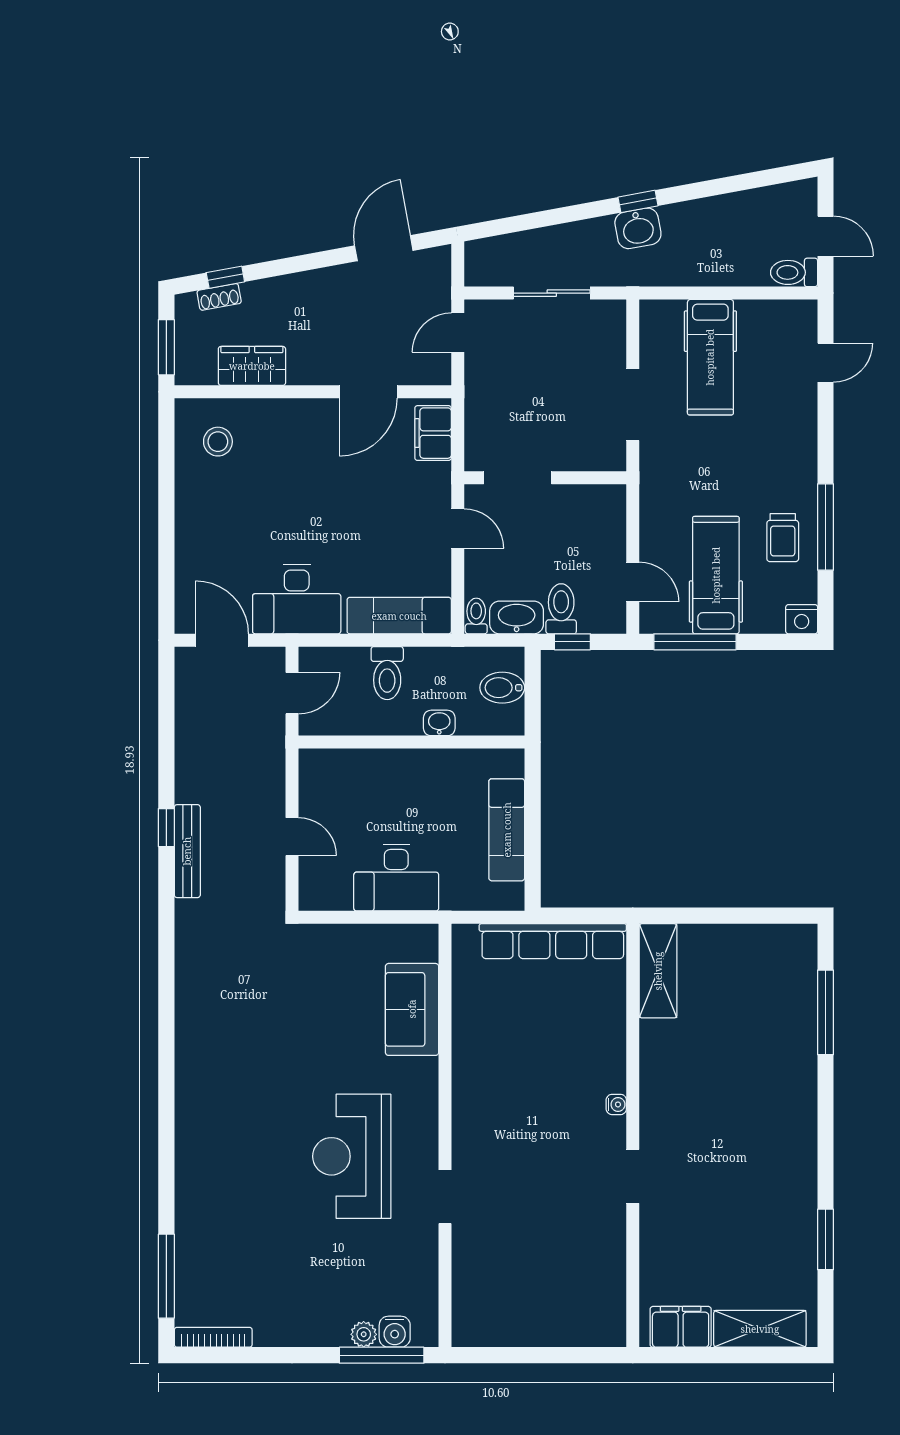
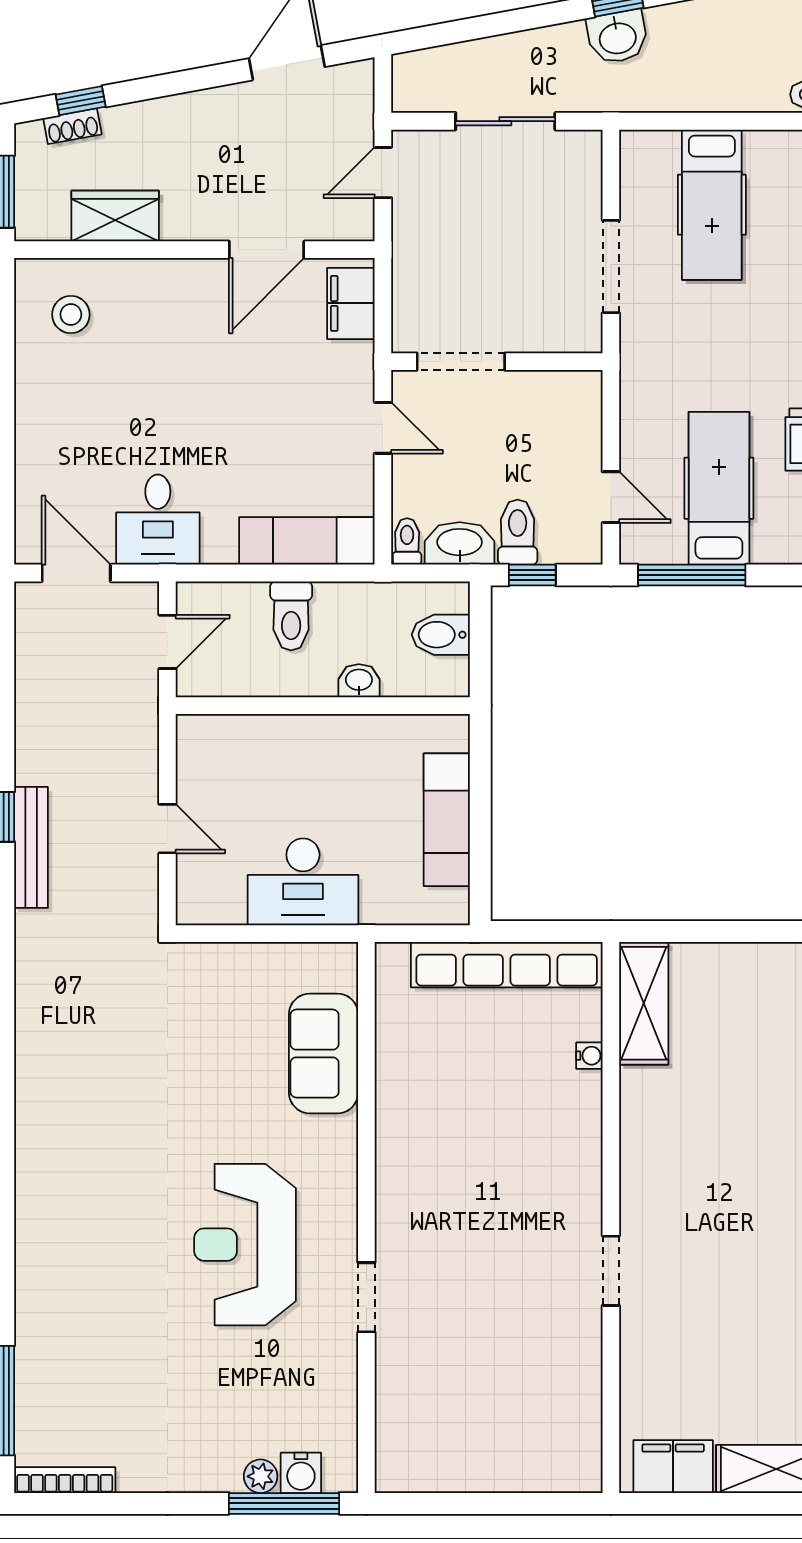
desk: (297, 599) -> (158, 520), width x0.73
water cooler: (616, 1104) -> (589, 1056), moved

